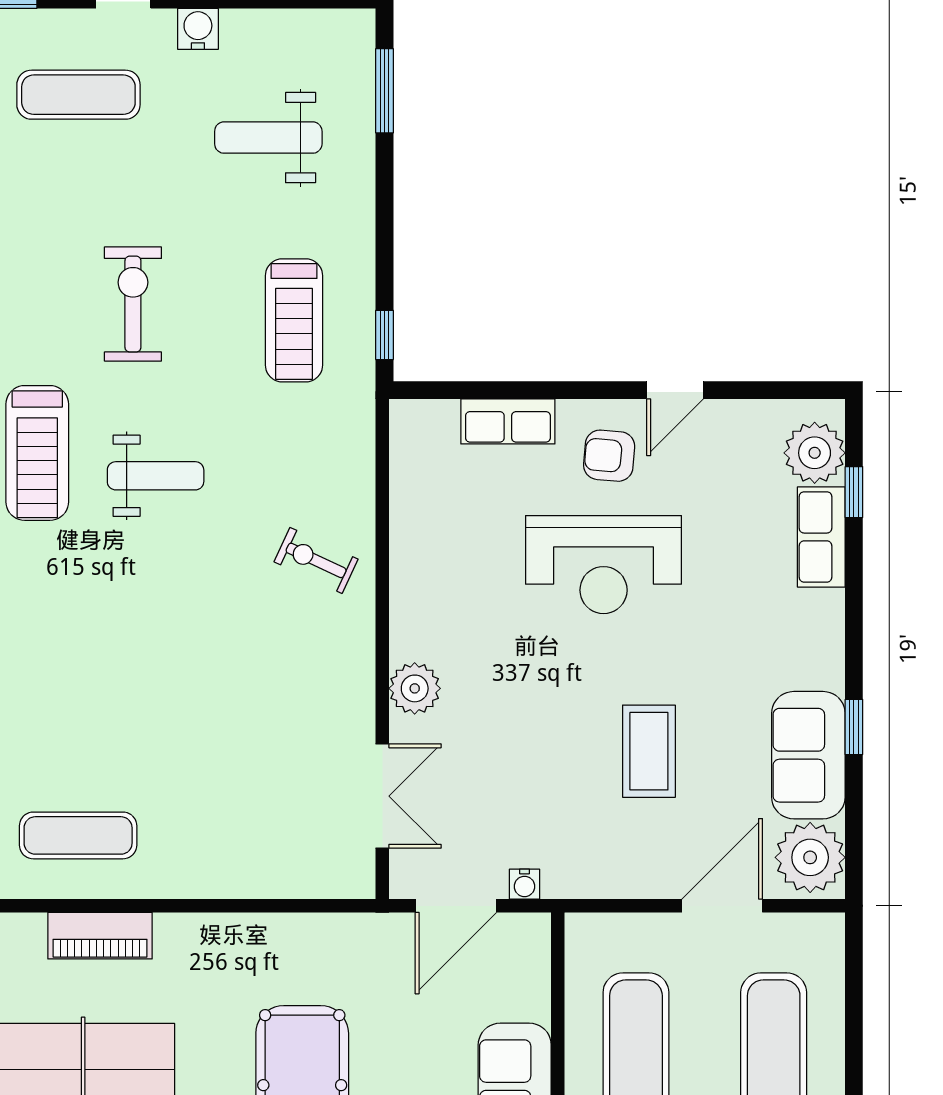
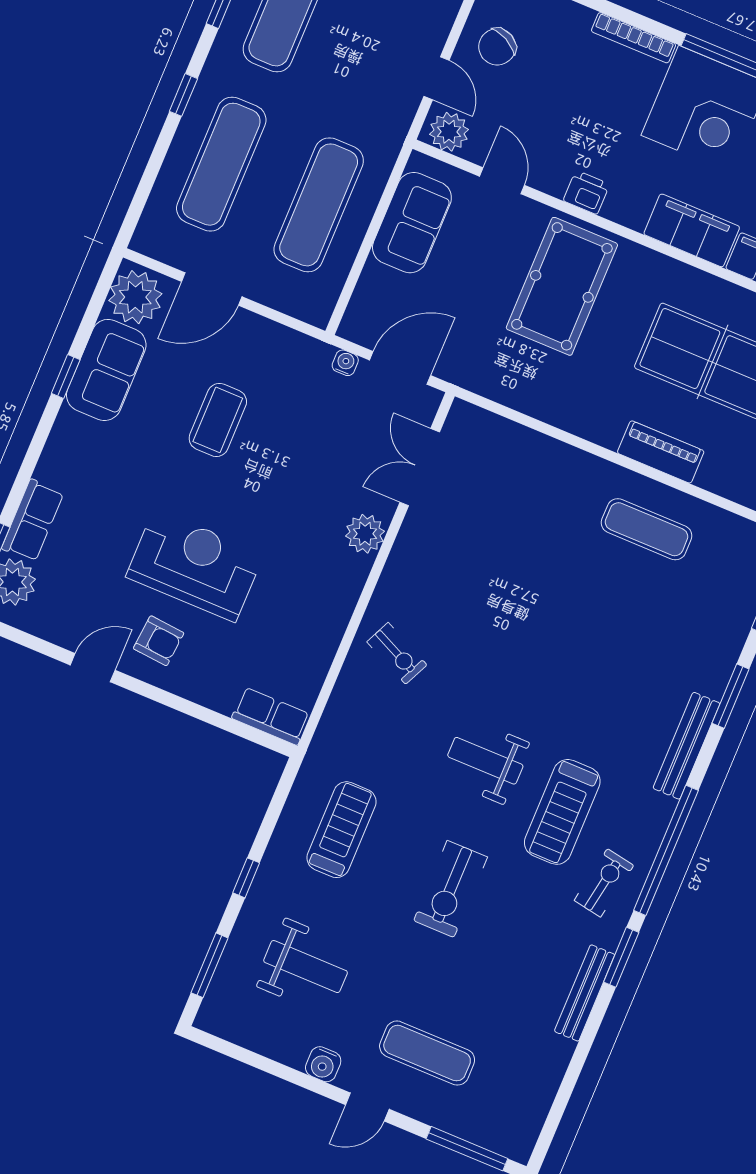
window: (385, 335) -> (246, 878), moved
row of seats: (508, 421) -> (271, 716), moved
treadmill: (37, 453) -> (562, 812), turned 180

